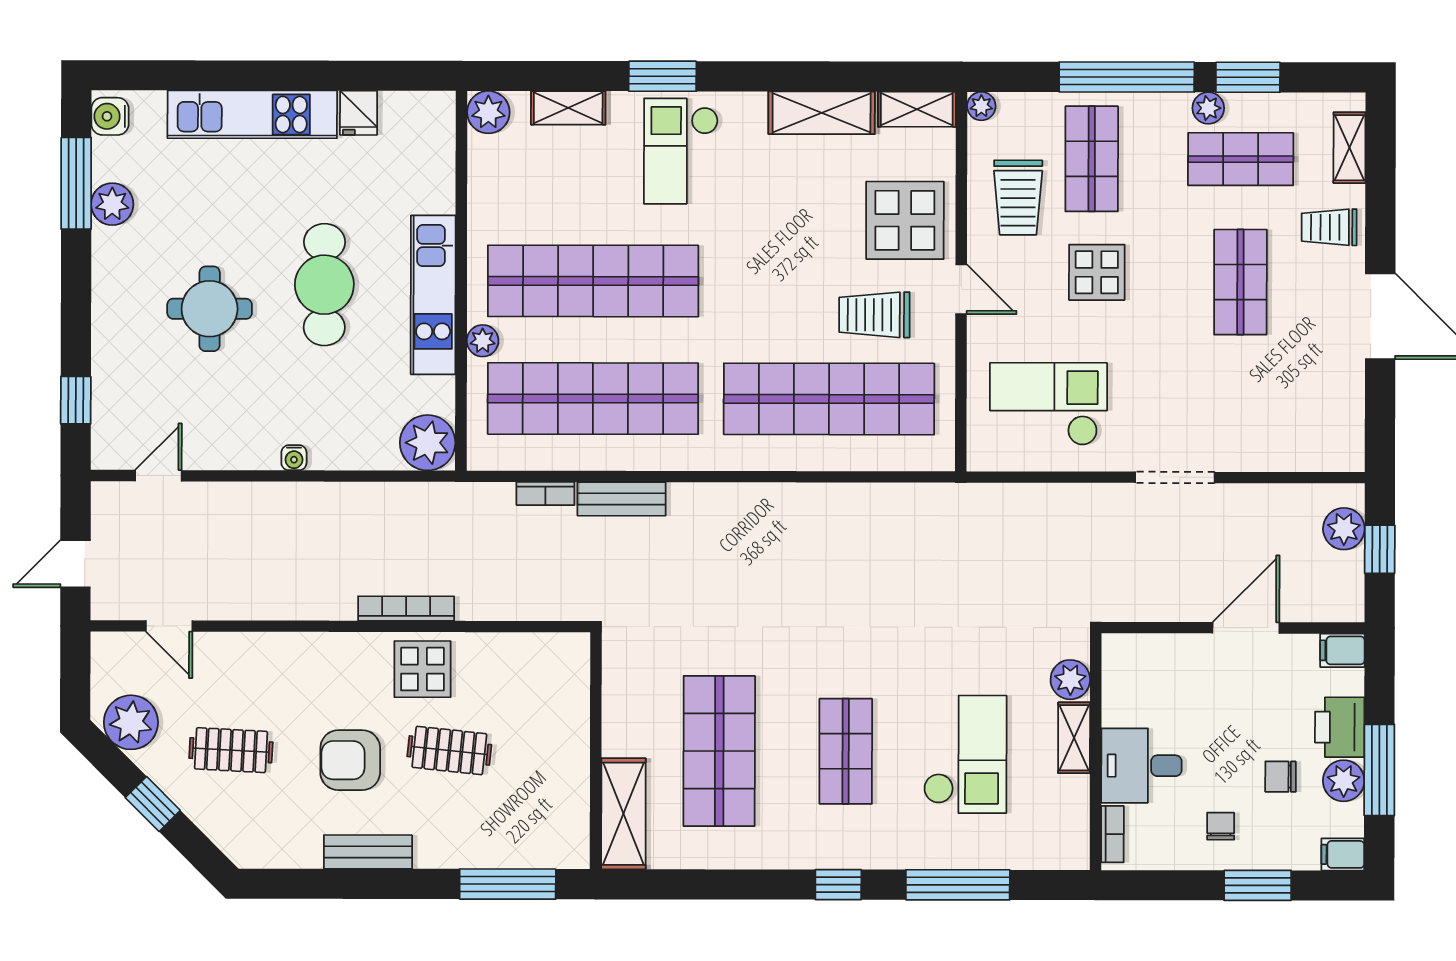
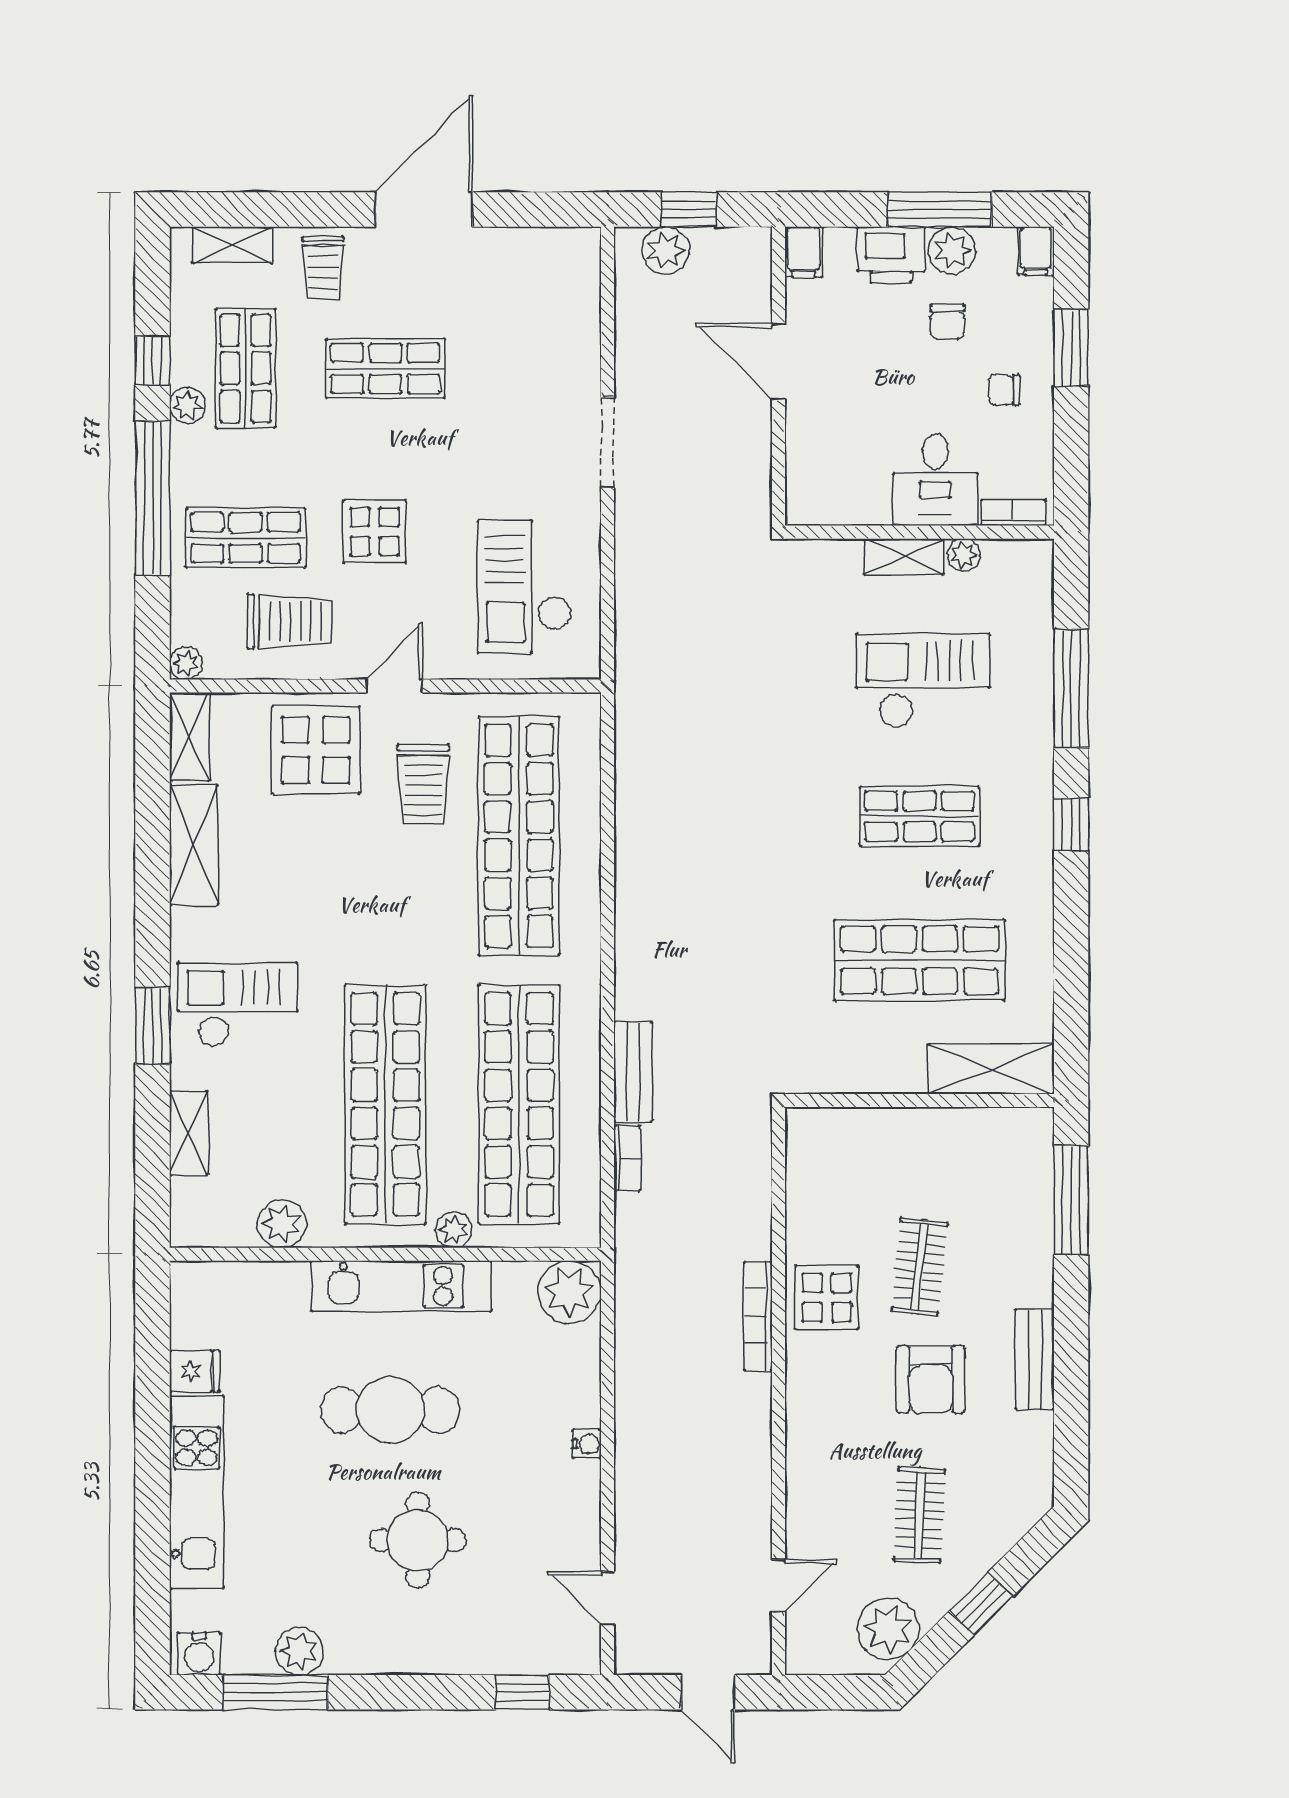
window: (1248, 77) -> (152, 360), width x0.67
plant: (488, 112) -> (282, 1224), moved
checkout: (681, 151) -> (238, 1005), turned 180
plant: (1070, 680) -> (964, 555), moved, width x0.73, depth x0.73

